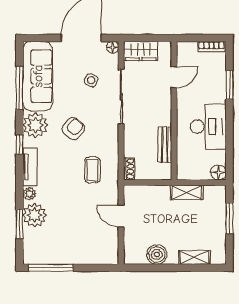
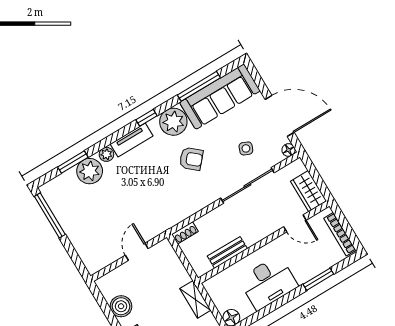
bookcase: (211, 47) -> (340, 234), width x1.56
wardrobe: (141, 51) -> (309, 191), moved
coffee table: (92, 170) -> (164, 199), removed

